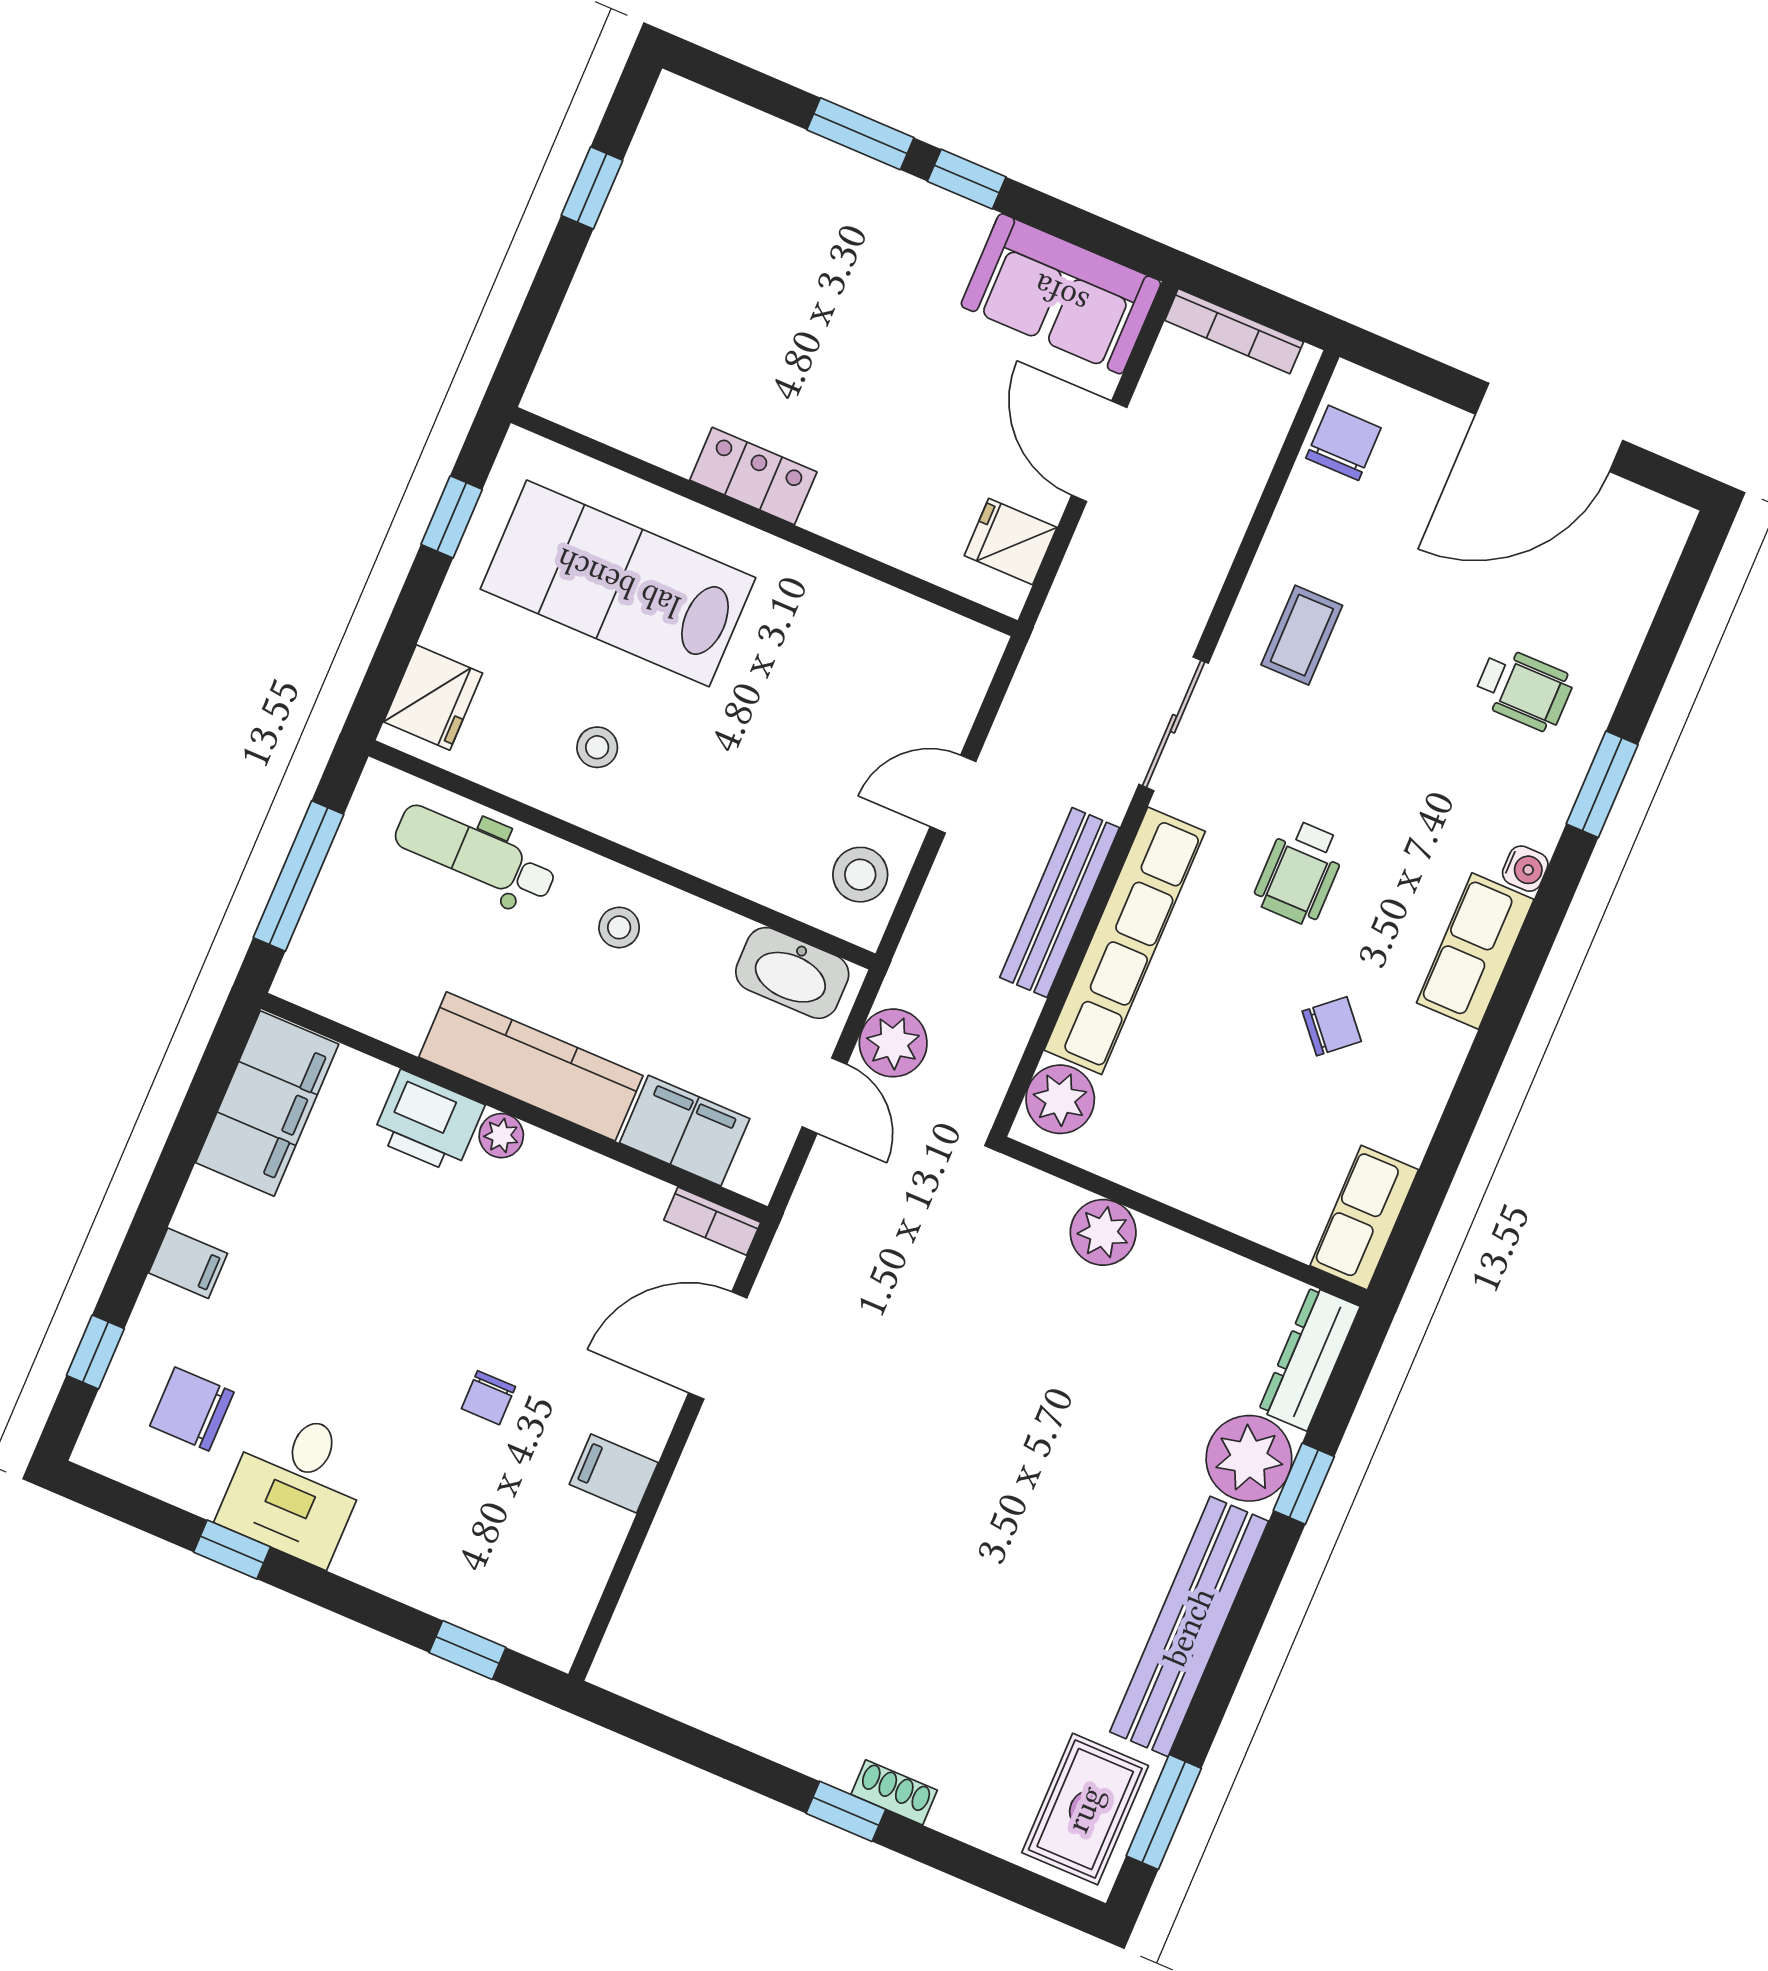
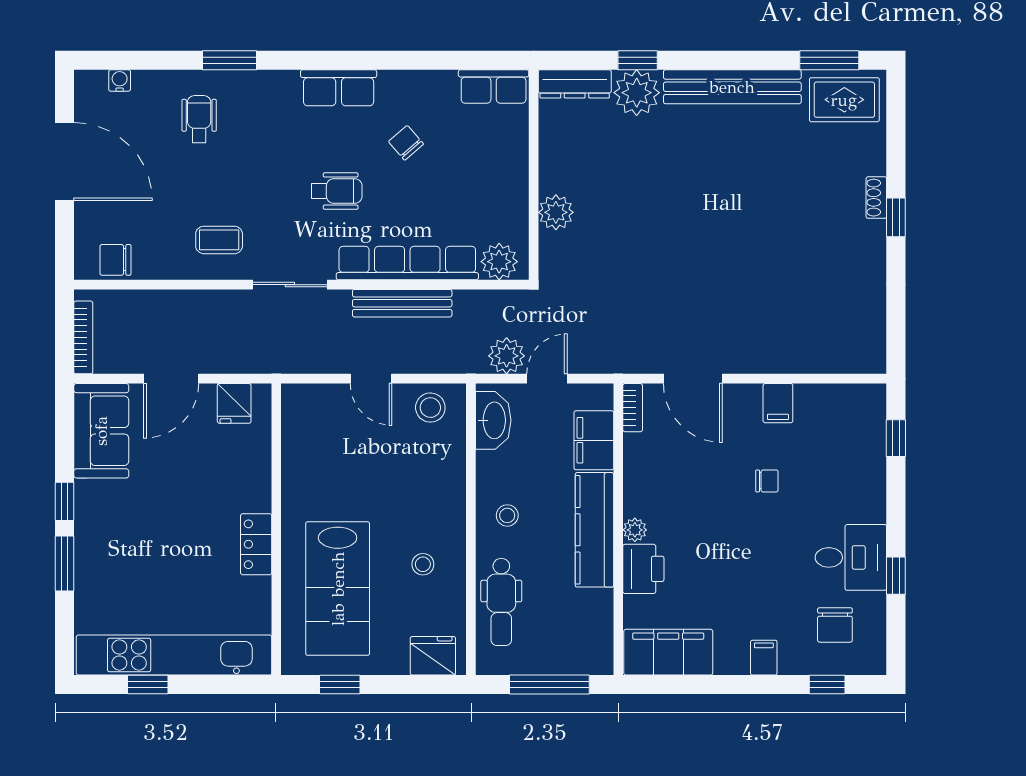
kitchen unit: (624, 254) -> (174, 655), added
water cooler: (1525, 869) -> (120, 80), moved

